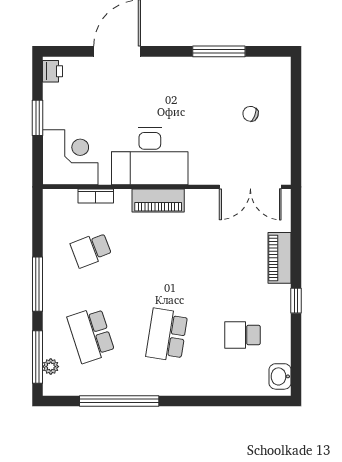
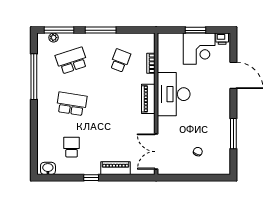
corner desk: (70, 157) -> (199, 49), moved
school desk: (91, 250) -> (120, 61), turned 42

